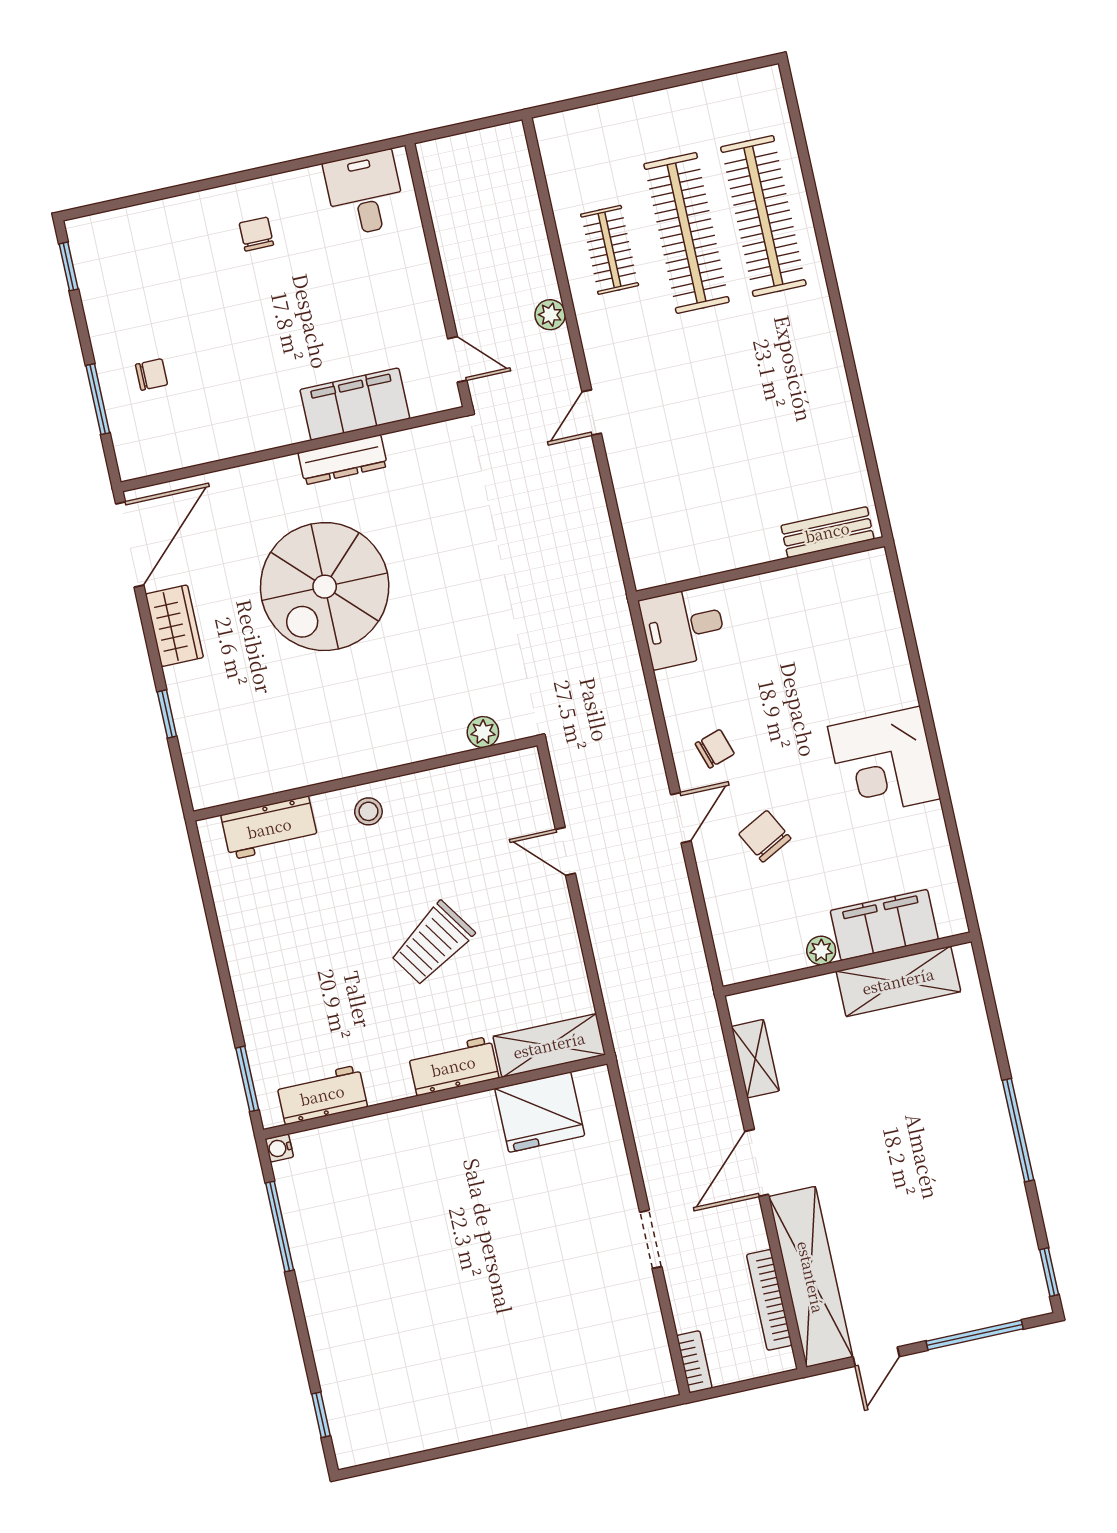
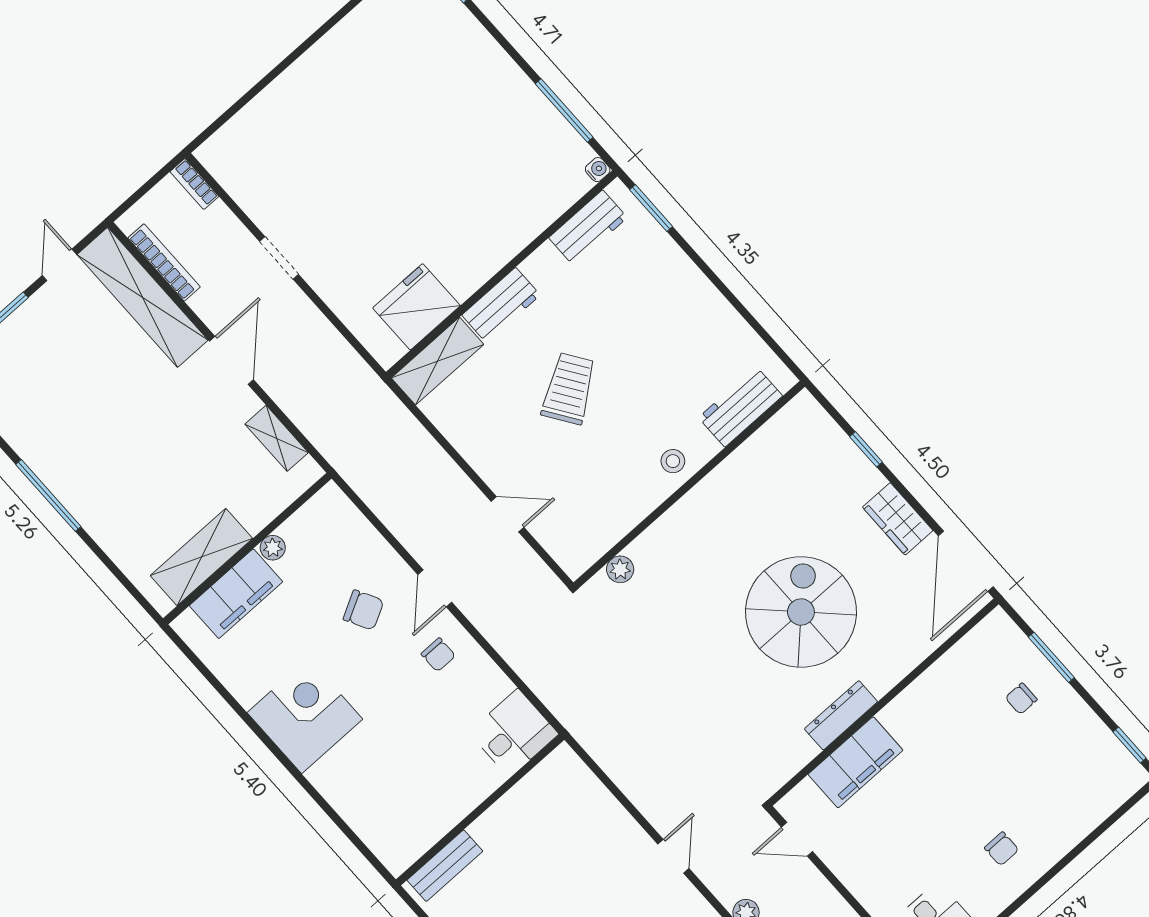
chair: (715, 749) -> (438, 655), turned -72

